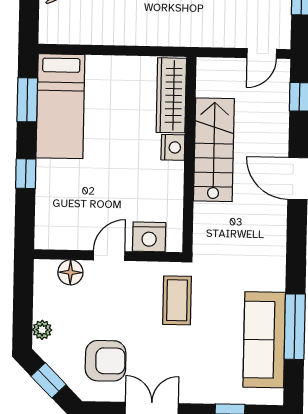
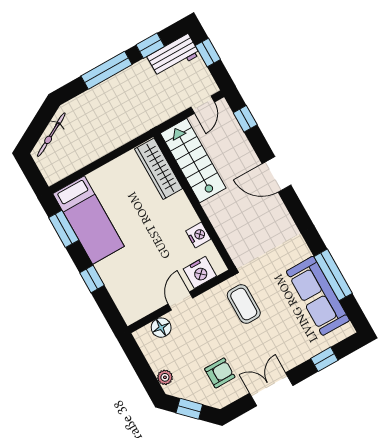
nightstand: (173, 147) -> (198, 235), moved
stairs: (214, 150) -> (193, 161), moved
armchair: (106, 361) -> (220, 373), width x0.72, depth x0.72

